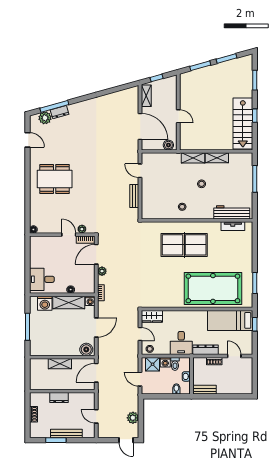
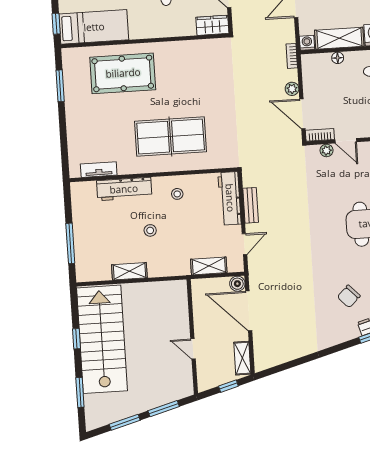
door: (178, 116) -> (193, 349), moved
stairs: (243, 123) -> (102, 339), width x1.36, depth x1.51
chair: (73, 132) -> (349, 296), added
boiler: (168, 145) -> (237, 284), moved
shelving: (193, 158) -> (209, 266), moved
door: (140, 171) -> (244, 244), hinge flipped
workbench: (148, 202) -> (230, 198), added
workbench: (232, 212) -> (124, 189), moved
door: (96, 254) -> (302, 114), swing flipped
pool table: (213, 288) -> (123, 73), width x0.73, depth x0.76

